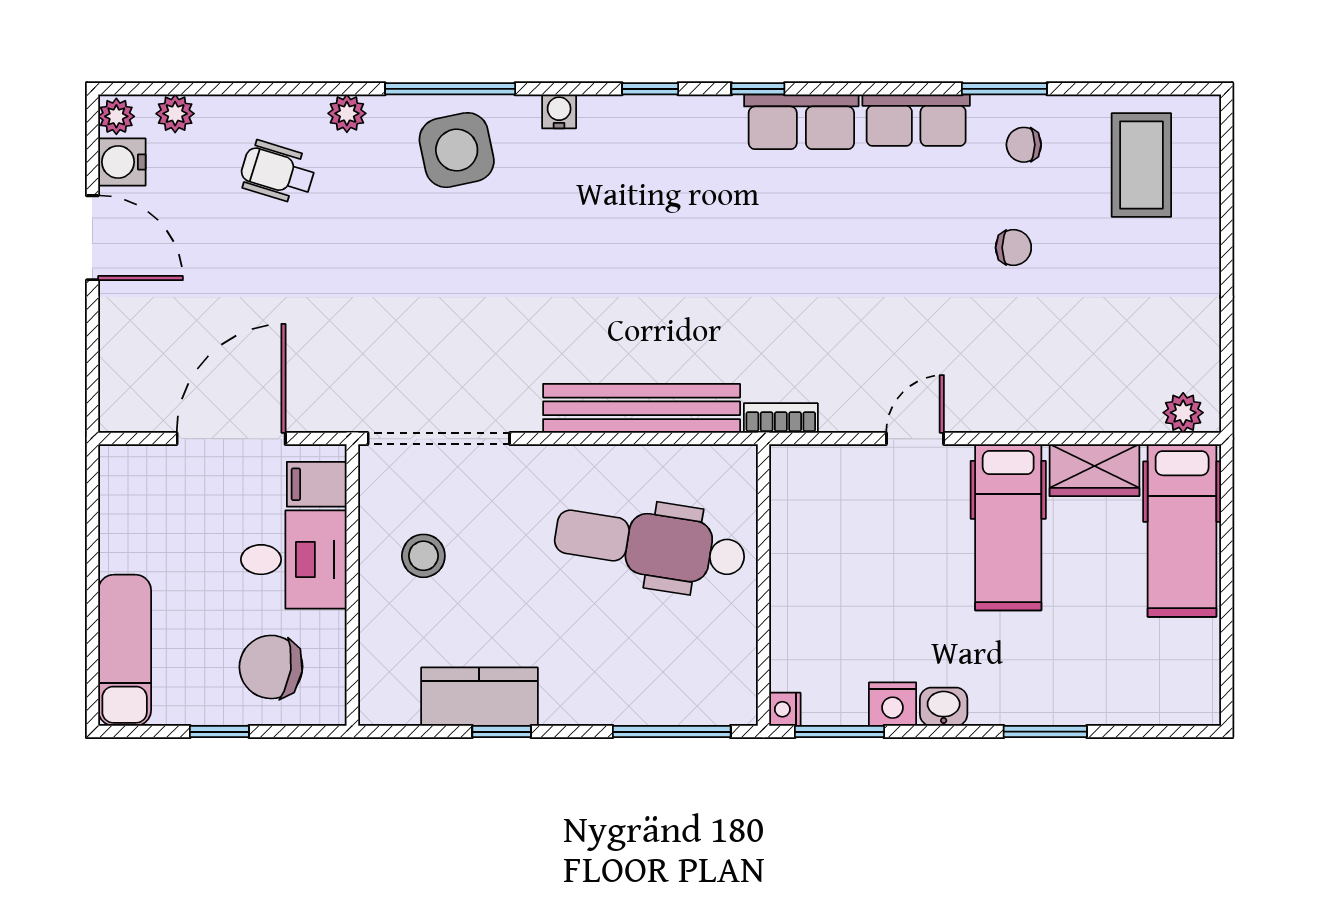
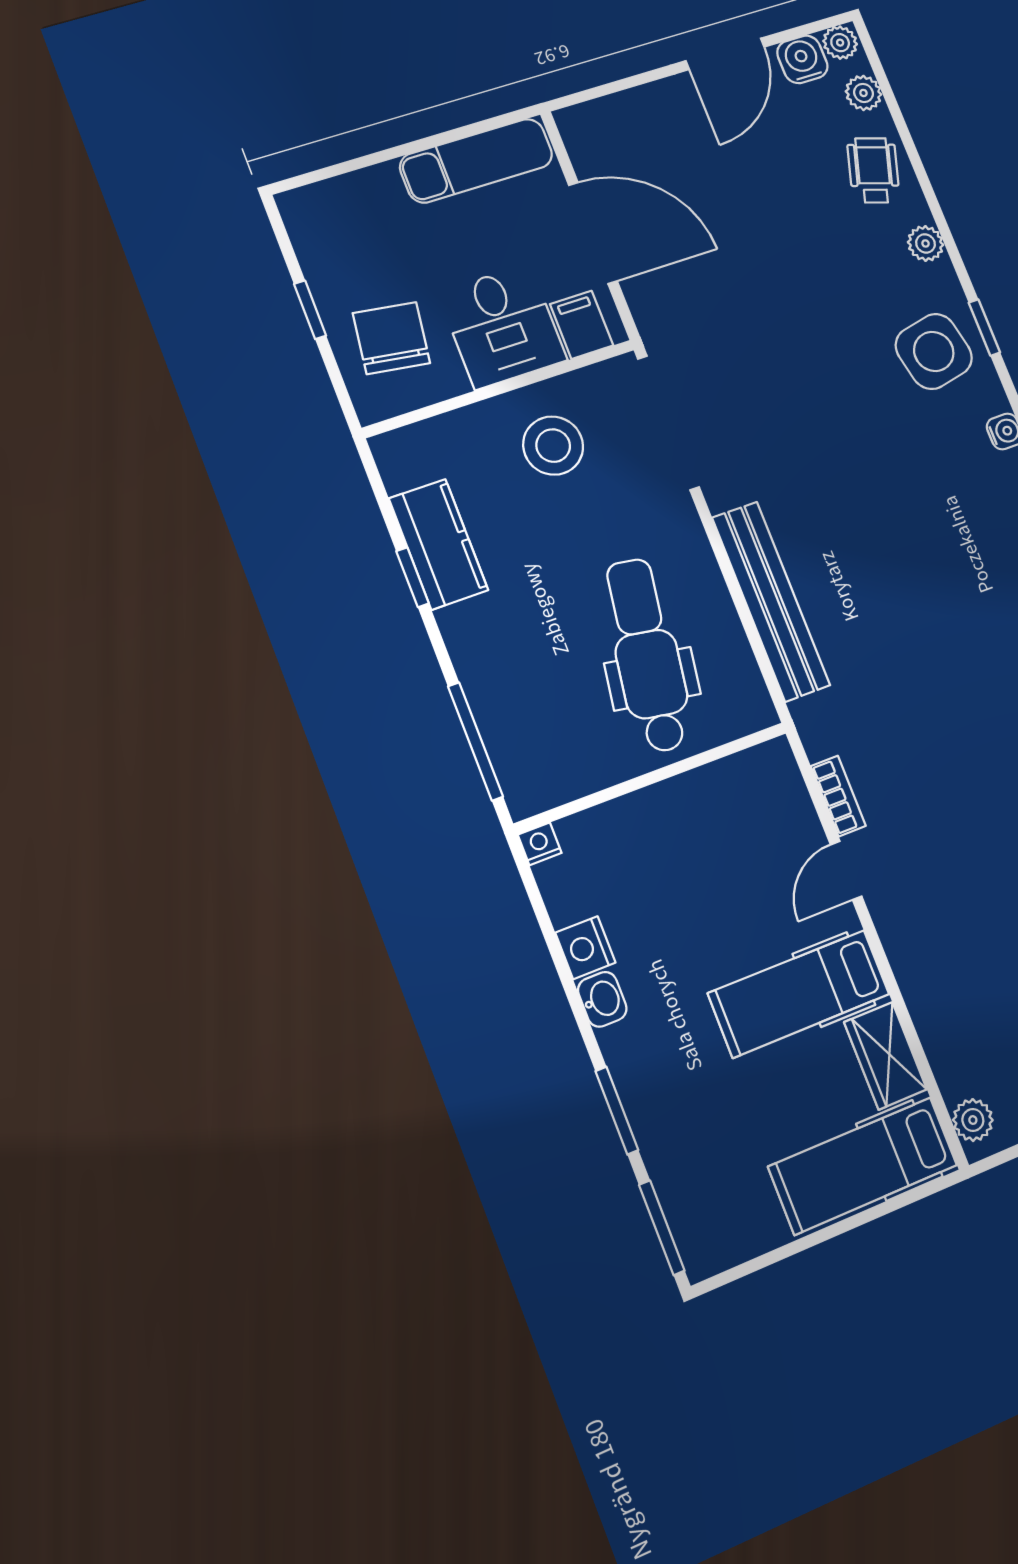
window: (450, 89) -> (984, 328), width x0.46
wheelchair: (277, 172) -> (873, 170), moved
bookcase: (781, 418) -> (838, 796), moved
door: (915, 439) -> (846, 870), swing flipped
stool: (423, 556) -> (553, 446), width x1.38, depth x1.38
exam couch: (125, 650) -> (476, 161), moved
window: (839, 732) -> (662, 1228), moved

